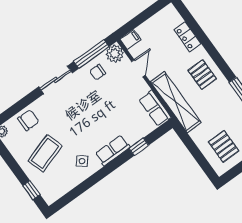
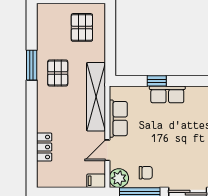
pallet: (202, 75) -> (58, 73), moved
row of seats: (155, 108) -> (118, 119), moved
row of seats: (113, 150) -> (167, 94), moved

